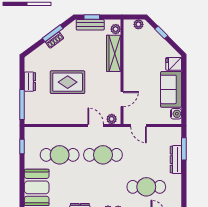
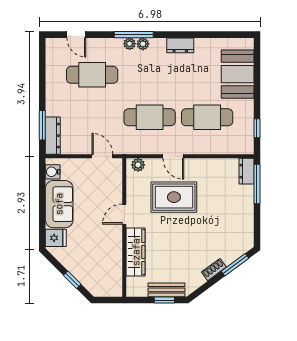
plant: (138, 24) -> (102, 290), removed
plant: (116, 29) -> (133, 284), removed
window: (53, 33) -> (235, 265), moved
dresser: (30, 82) -> (246, 171), moved
rug: (68, 82) -> (174, 197), moved
door: (122, 99) -> (124, 214), moved
door: (96, 125) -> (173, 156), moved
dresser: (176, 160) -> (53, 136), moved

